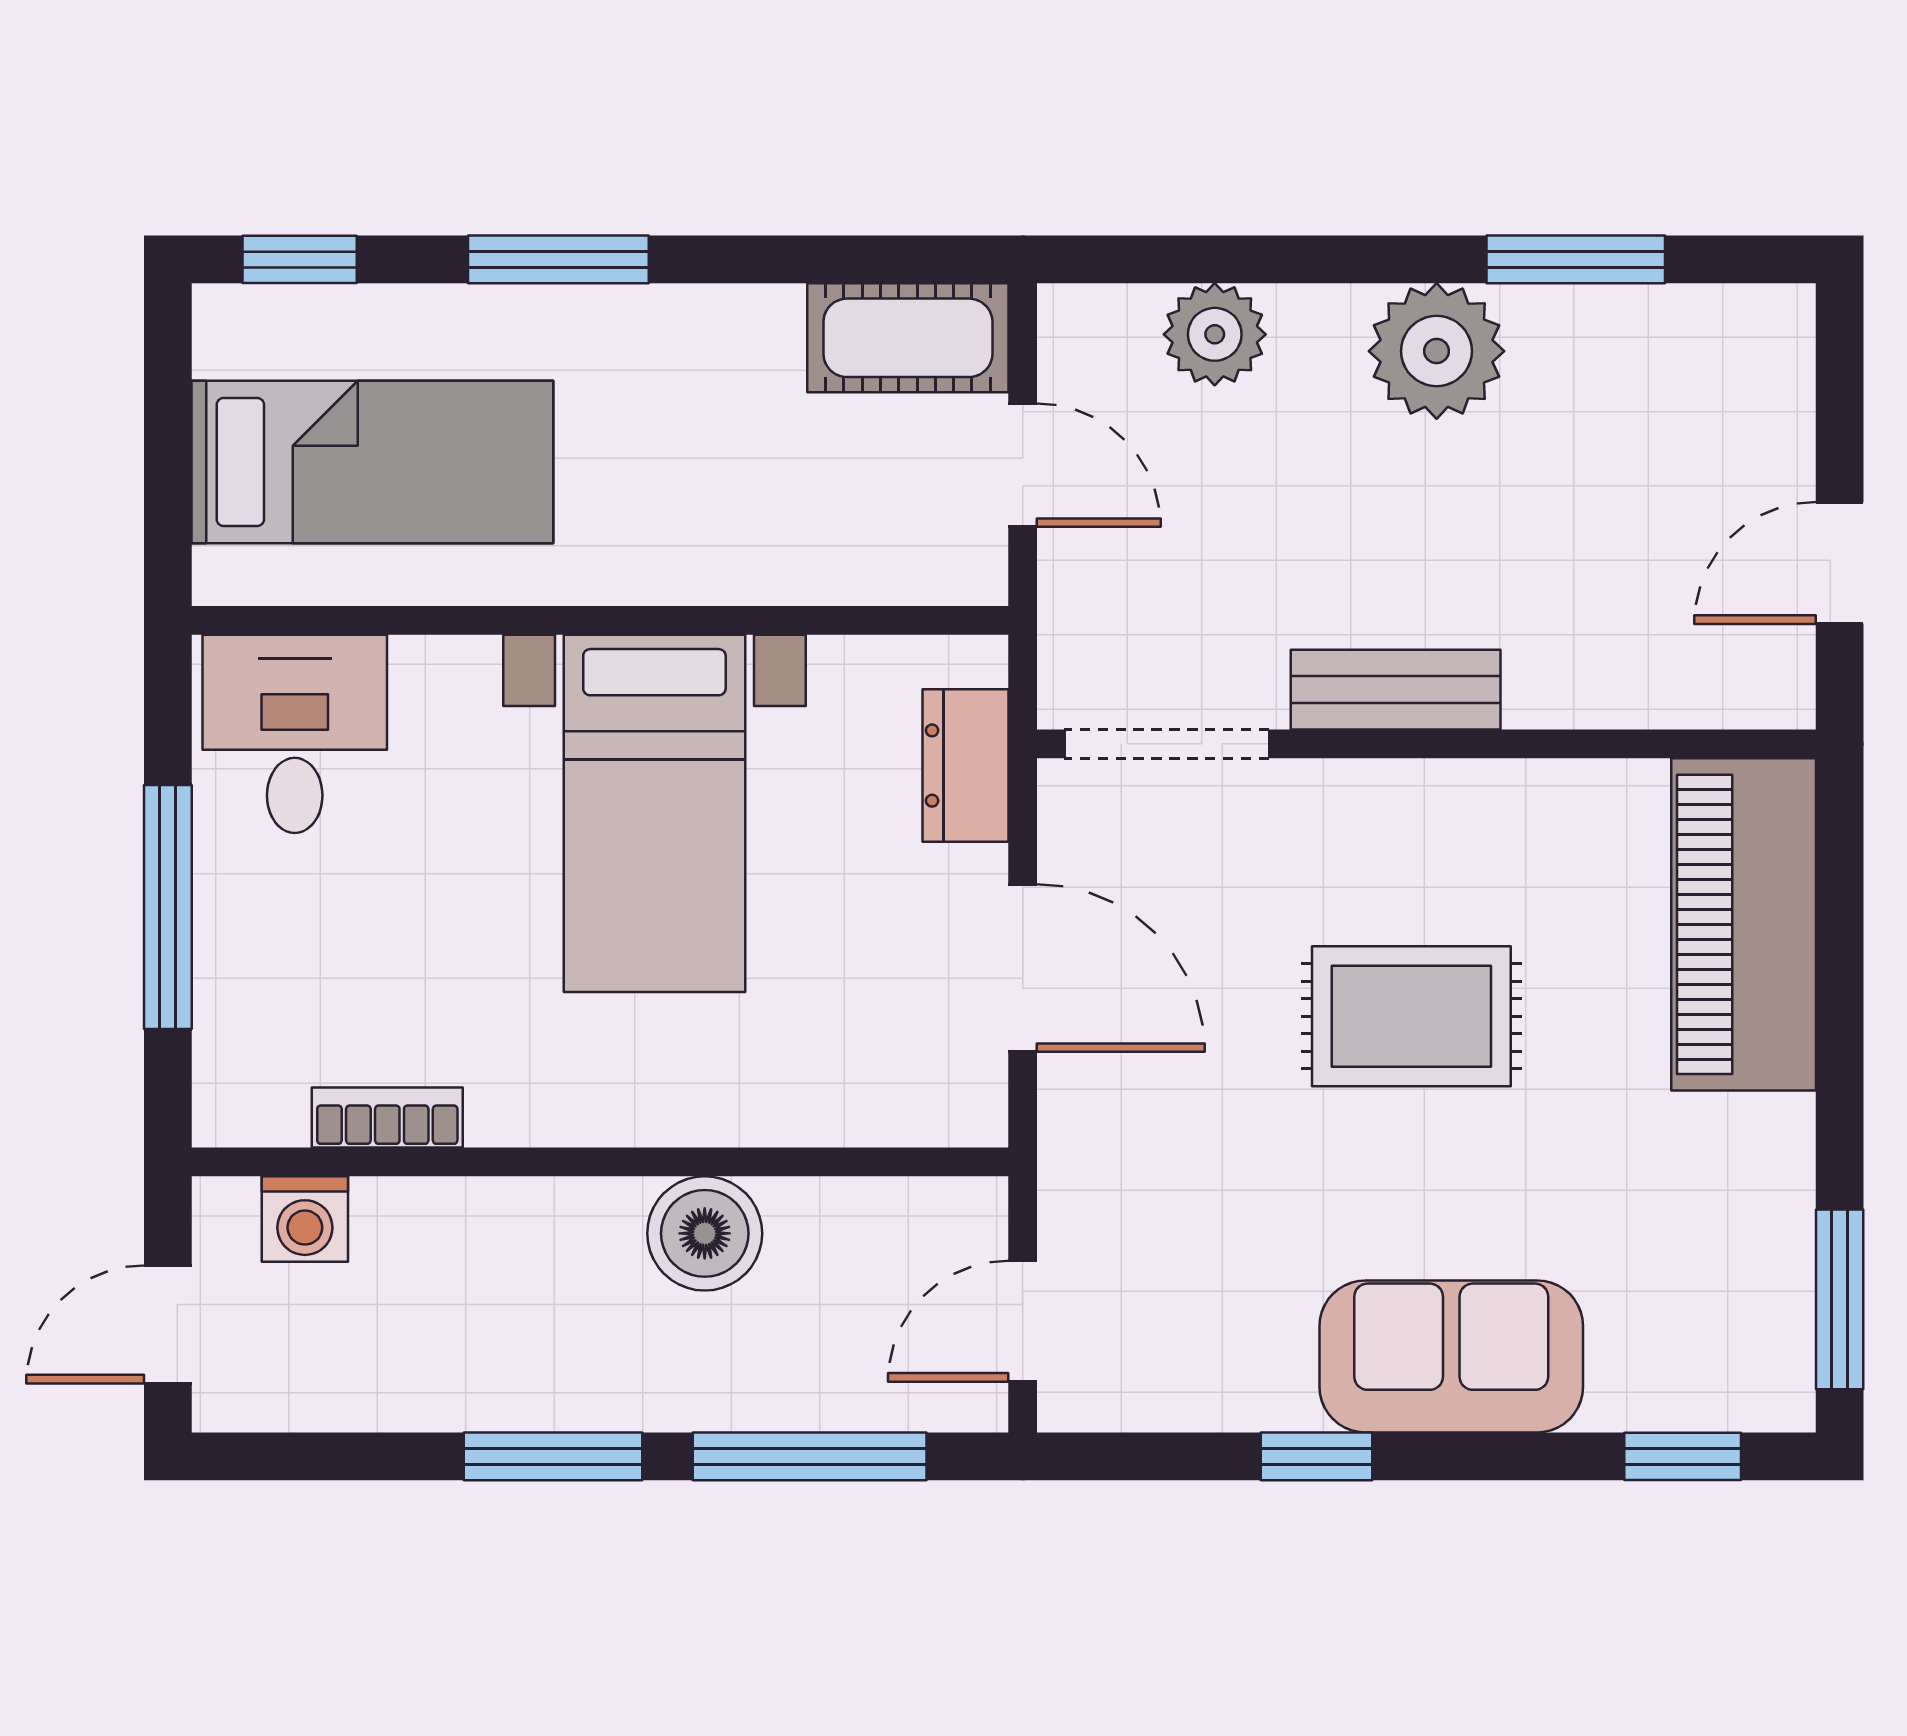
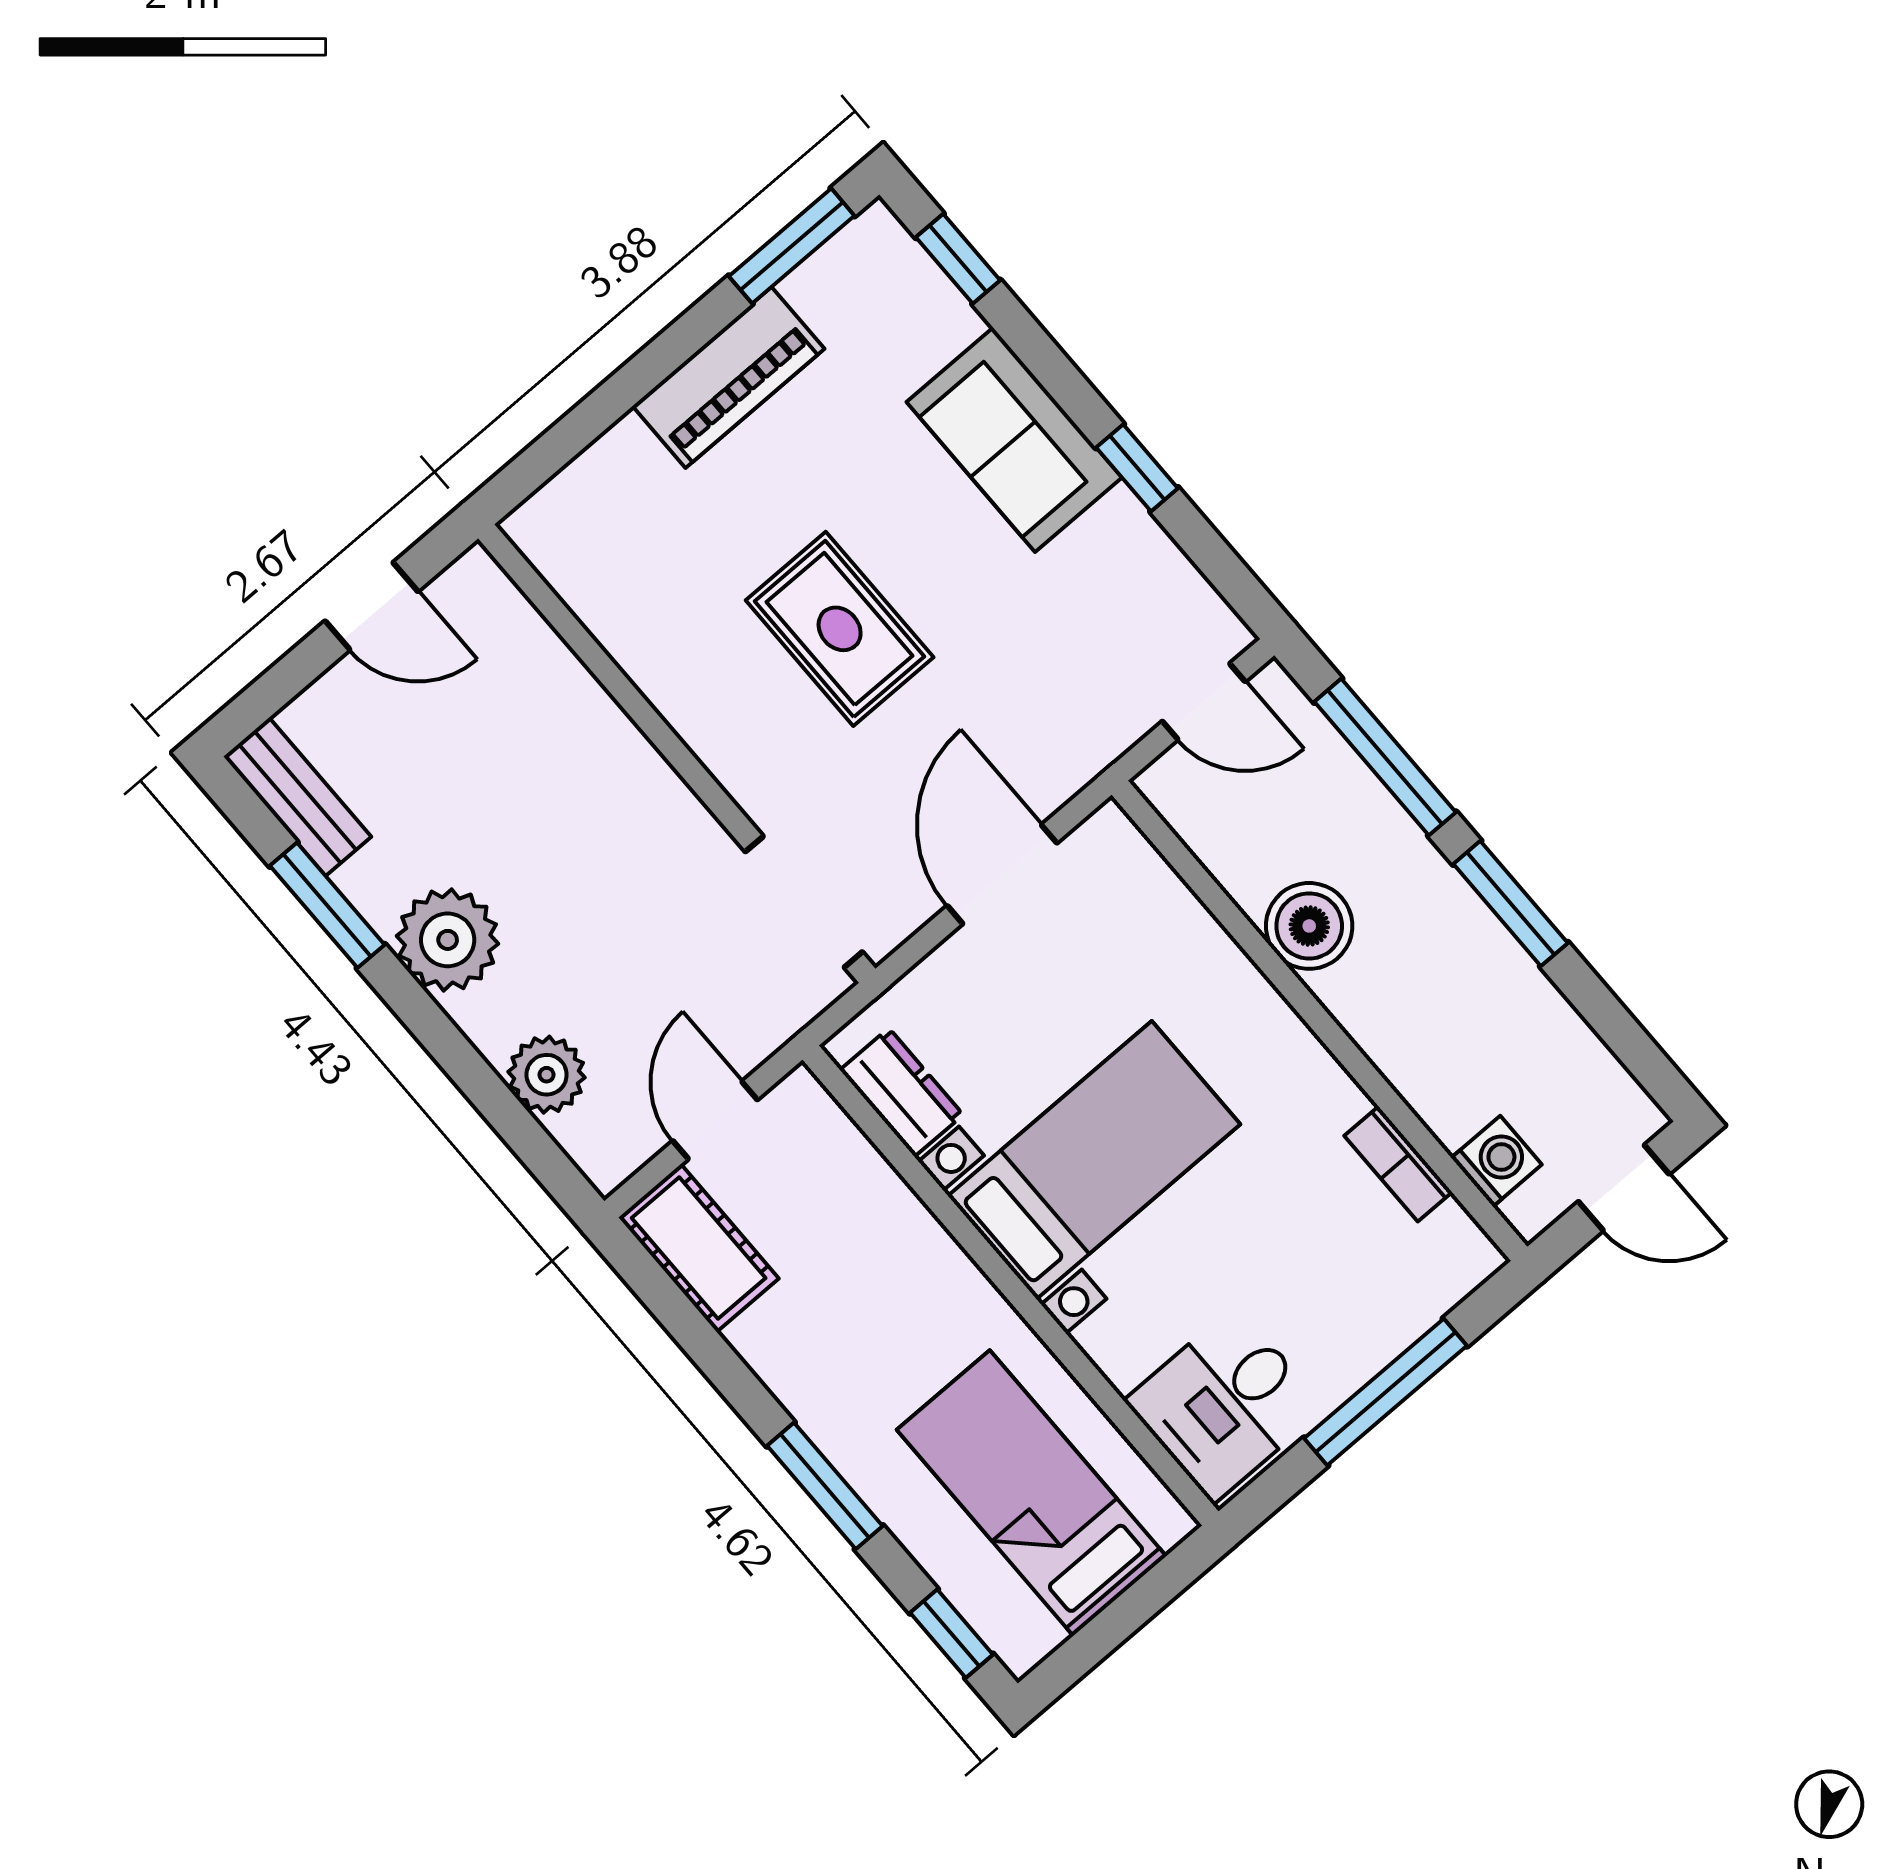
bench: (1396, 690) -> (297, 797), moved
dresser: (966, 766) -> (902, 1092), moved, turned -90
piano: (1744, 924) -> (729, 377), moved, width x0.73, depth x0.75

